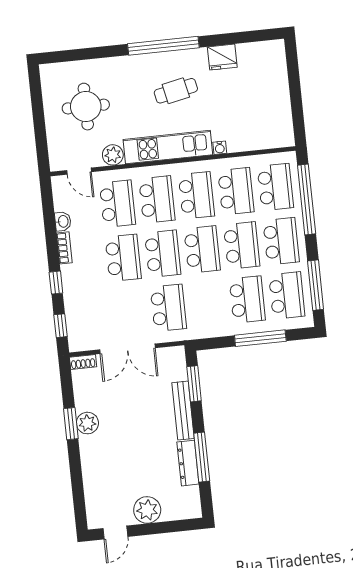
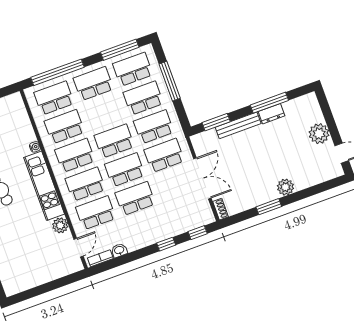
round table: (86, 107) -> (29, 255), removed
school desk: (242, 245) -> (154, 127), moved
bookcase: (64, 248) -> (100, 258), moved
plant: (87, 423) -> (285, 187), moved
dresser: (188, 463) -> (272, 114), width x0.70

